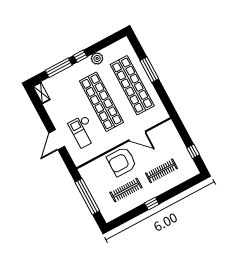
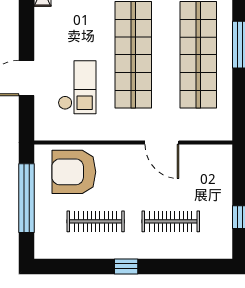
checkout: (83, 131) -> (77, 87), turned 180
armchair: (122, 162) -> (74, 172), moved

